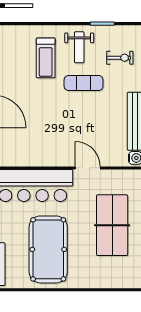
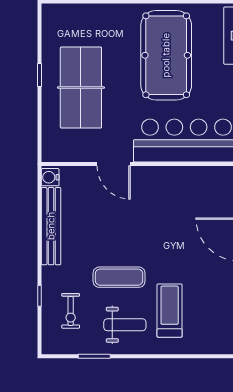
weight bench: (79, 47) -> (125, 325), turned 90
exercise bike: (120, 58) -> (71, 311), turned -90

